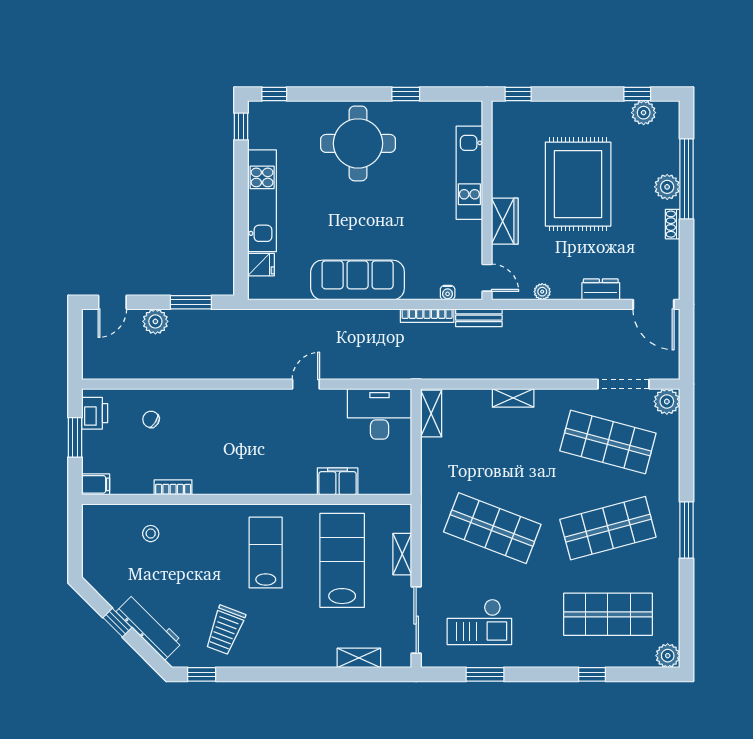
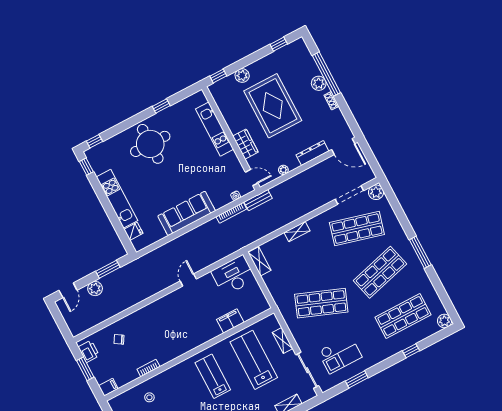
plant: (644, 113) -> (242, 76), moved
dresser: (601, 289) -> (312, 153), width x1.44

